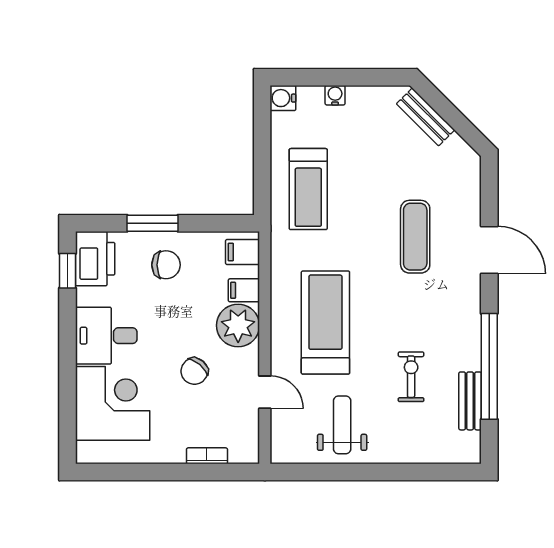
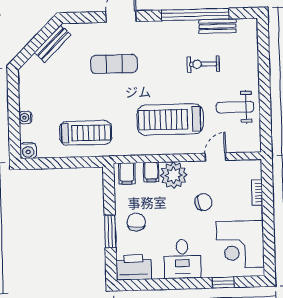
bench: (426, 117) -> (52, 44), moved
window: (67, 271) -> (223, 282), moved
chair: (194, 371) -> (203, 202), turned -52
corner desk: (113, 403) -> (240, 244), moved, turned -90

